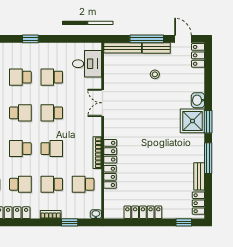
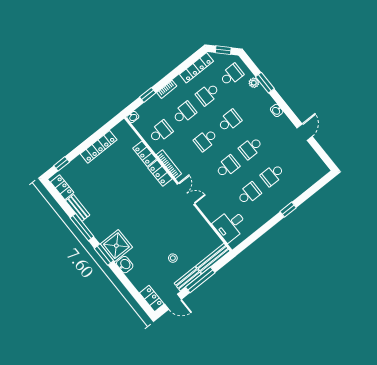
school desk: (20, 77) -> (273, 175), turned 180
double door: (103, 103) -> (186, 194), moved

